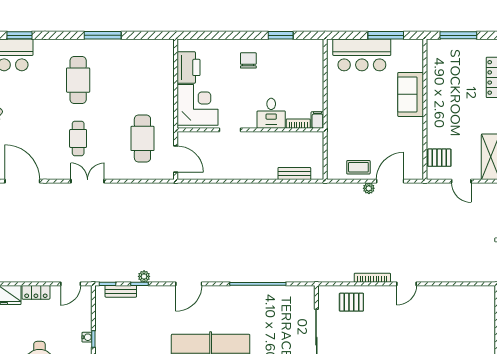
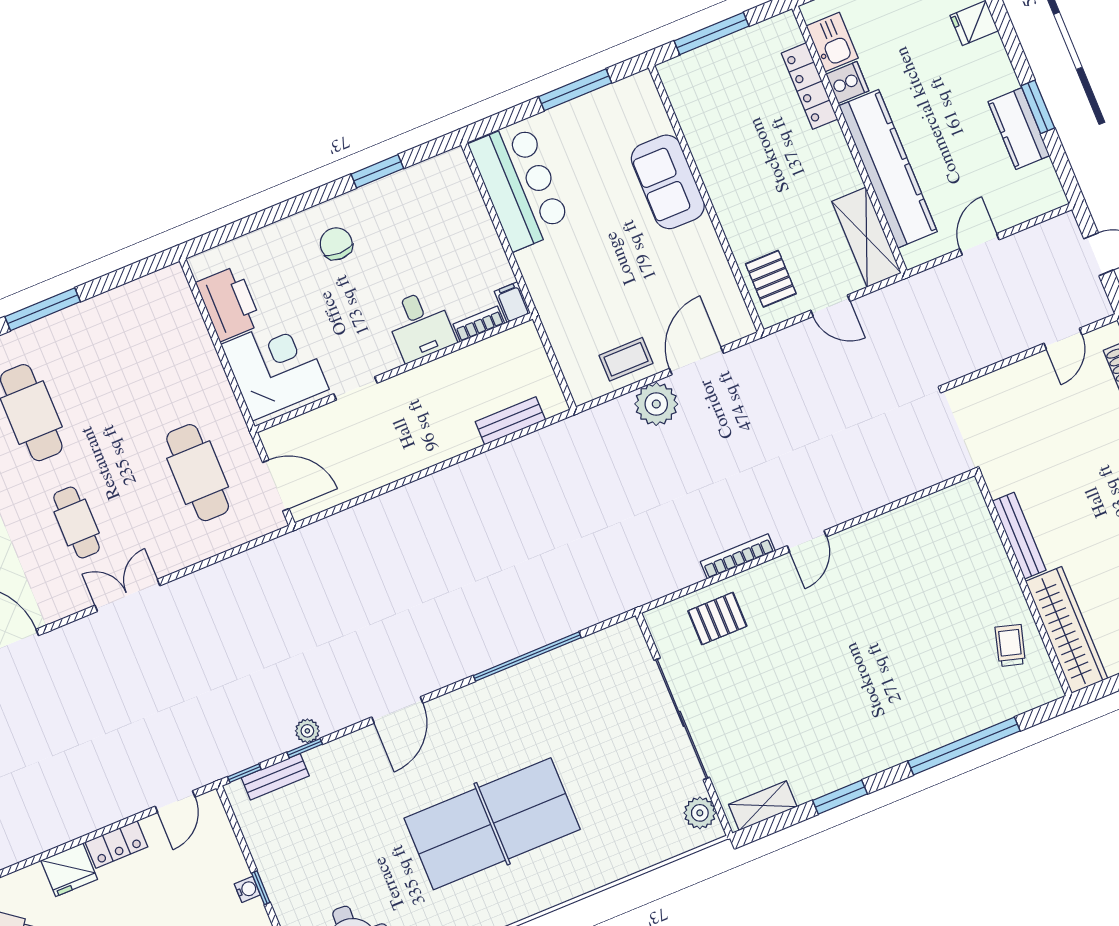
bar counter: (362, 55) -> (520, 186), moved, turned -90
pallet: (439, 158) -> (771, 279), turned 90
plant: (369, 188) -> (656, 404), width x1.88, depth x1.88

